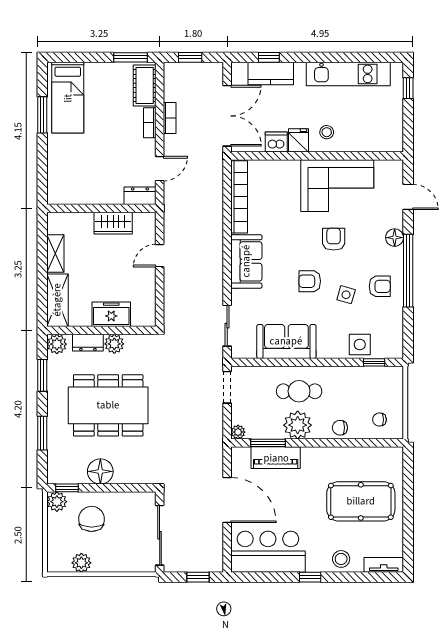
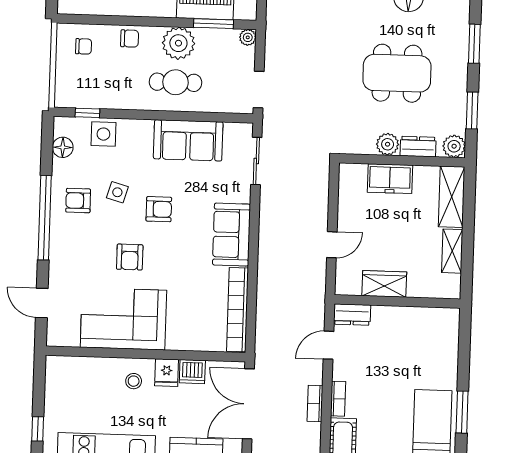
floor lamp: (395, 238) -> (63, 147), moved
dining table: (108, 405) -> (397, 73), width x0.73, depth x0.80

